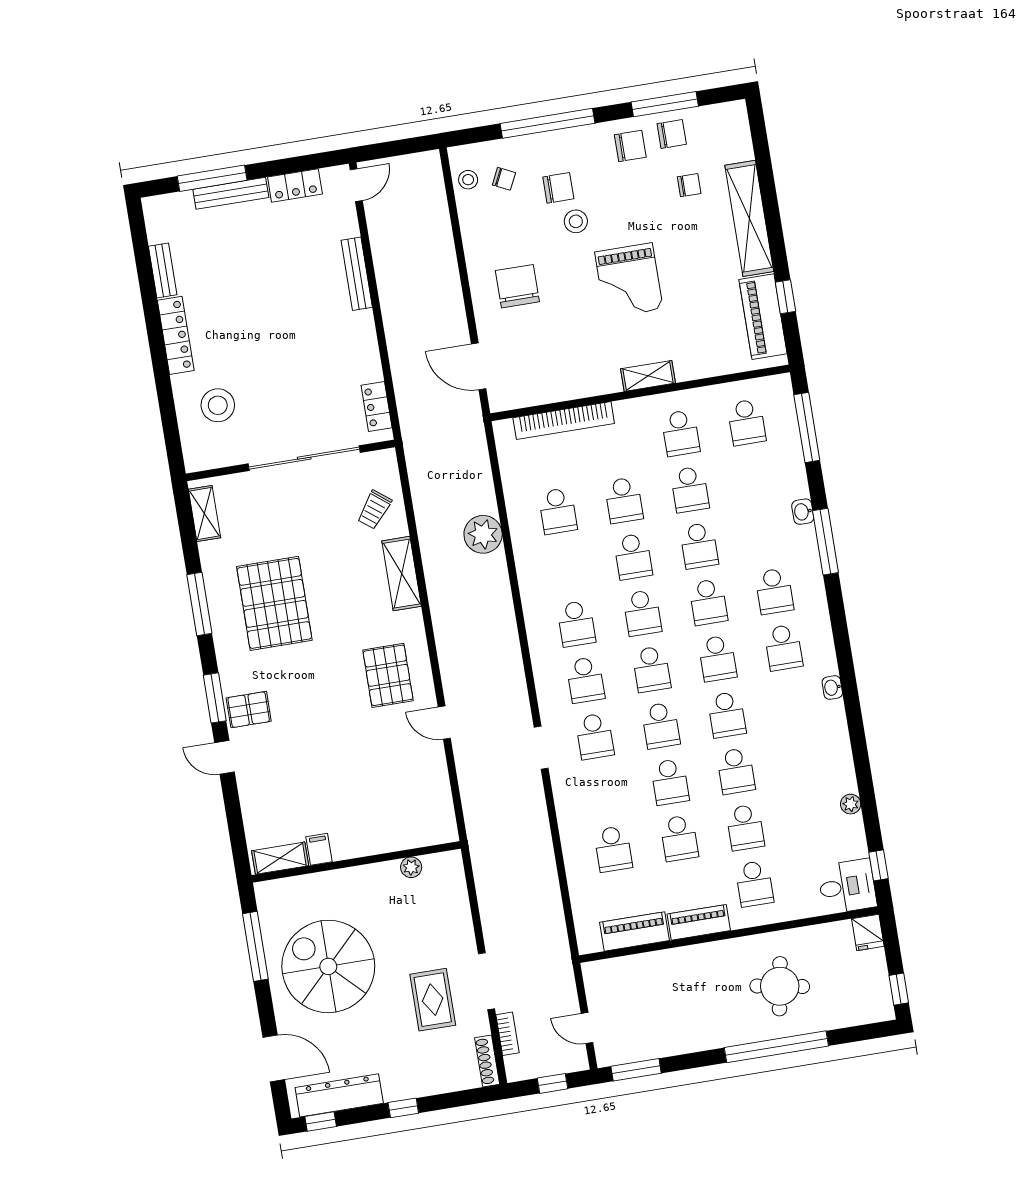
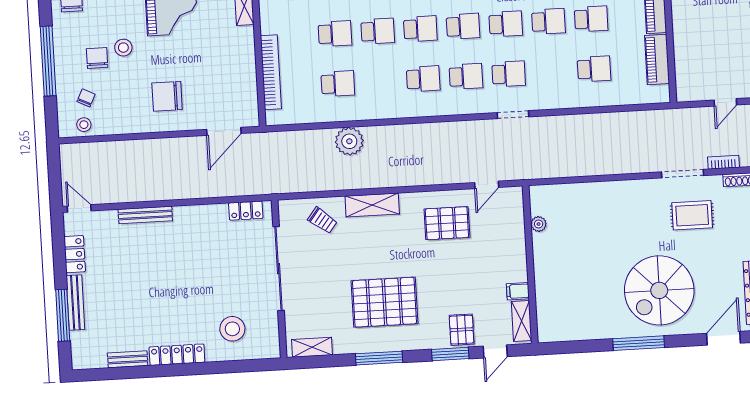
filing cabinet: (319, 849) -> (518, 291), moved
shelving: (280, 858) -> (522, 321), moved
wall: (356, 862) -> (530, 264), moved
plant: (411, 867) -> (539, 224), moved

